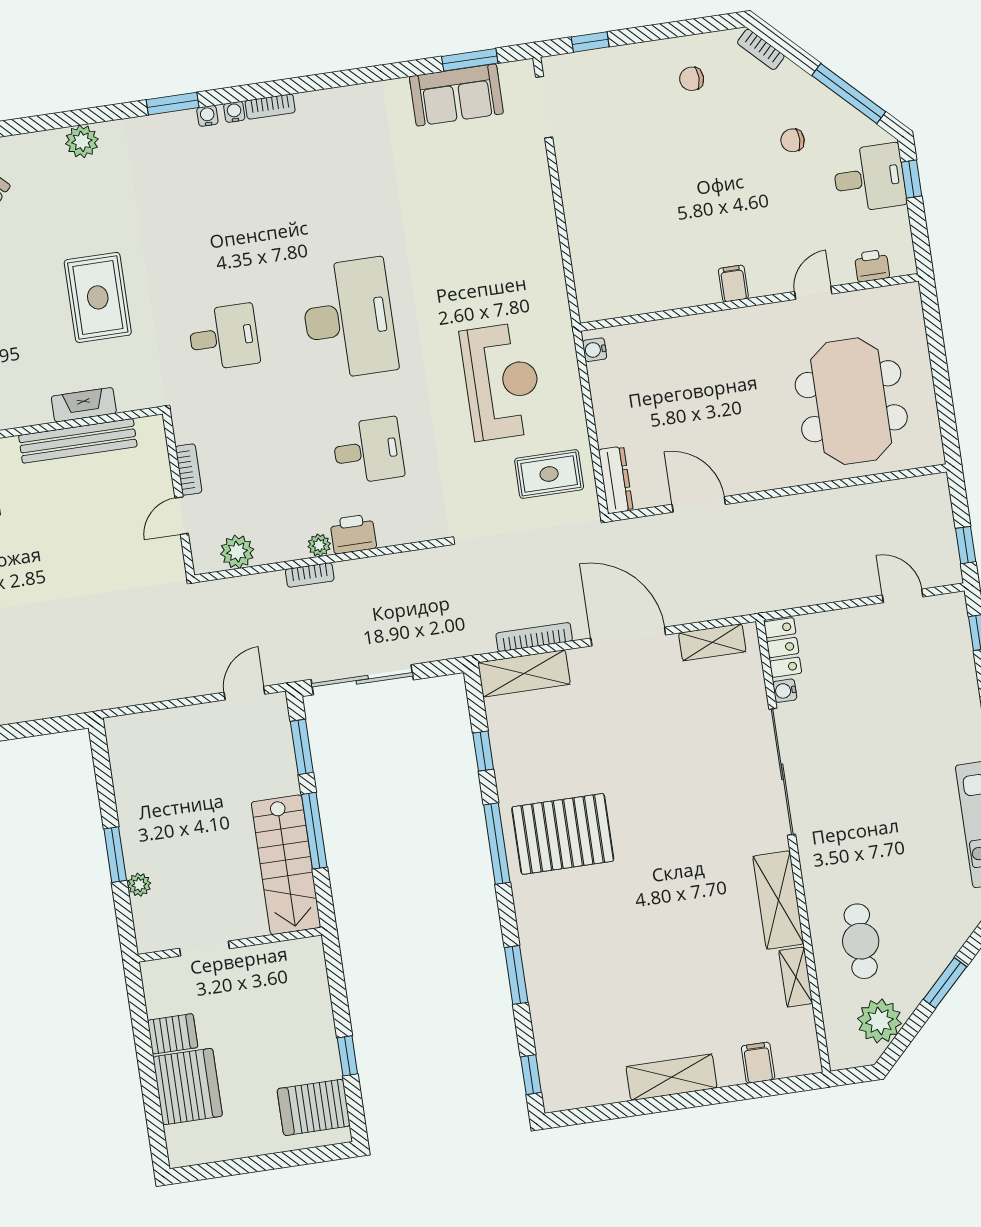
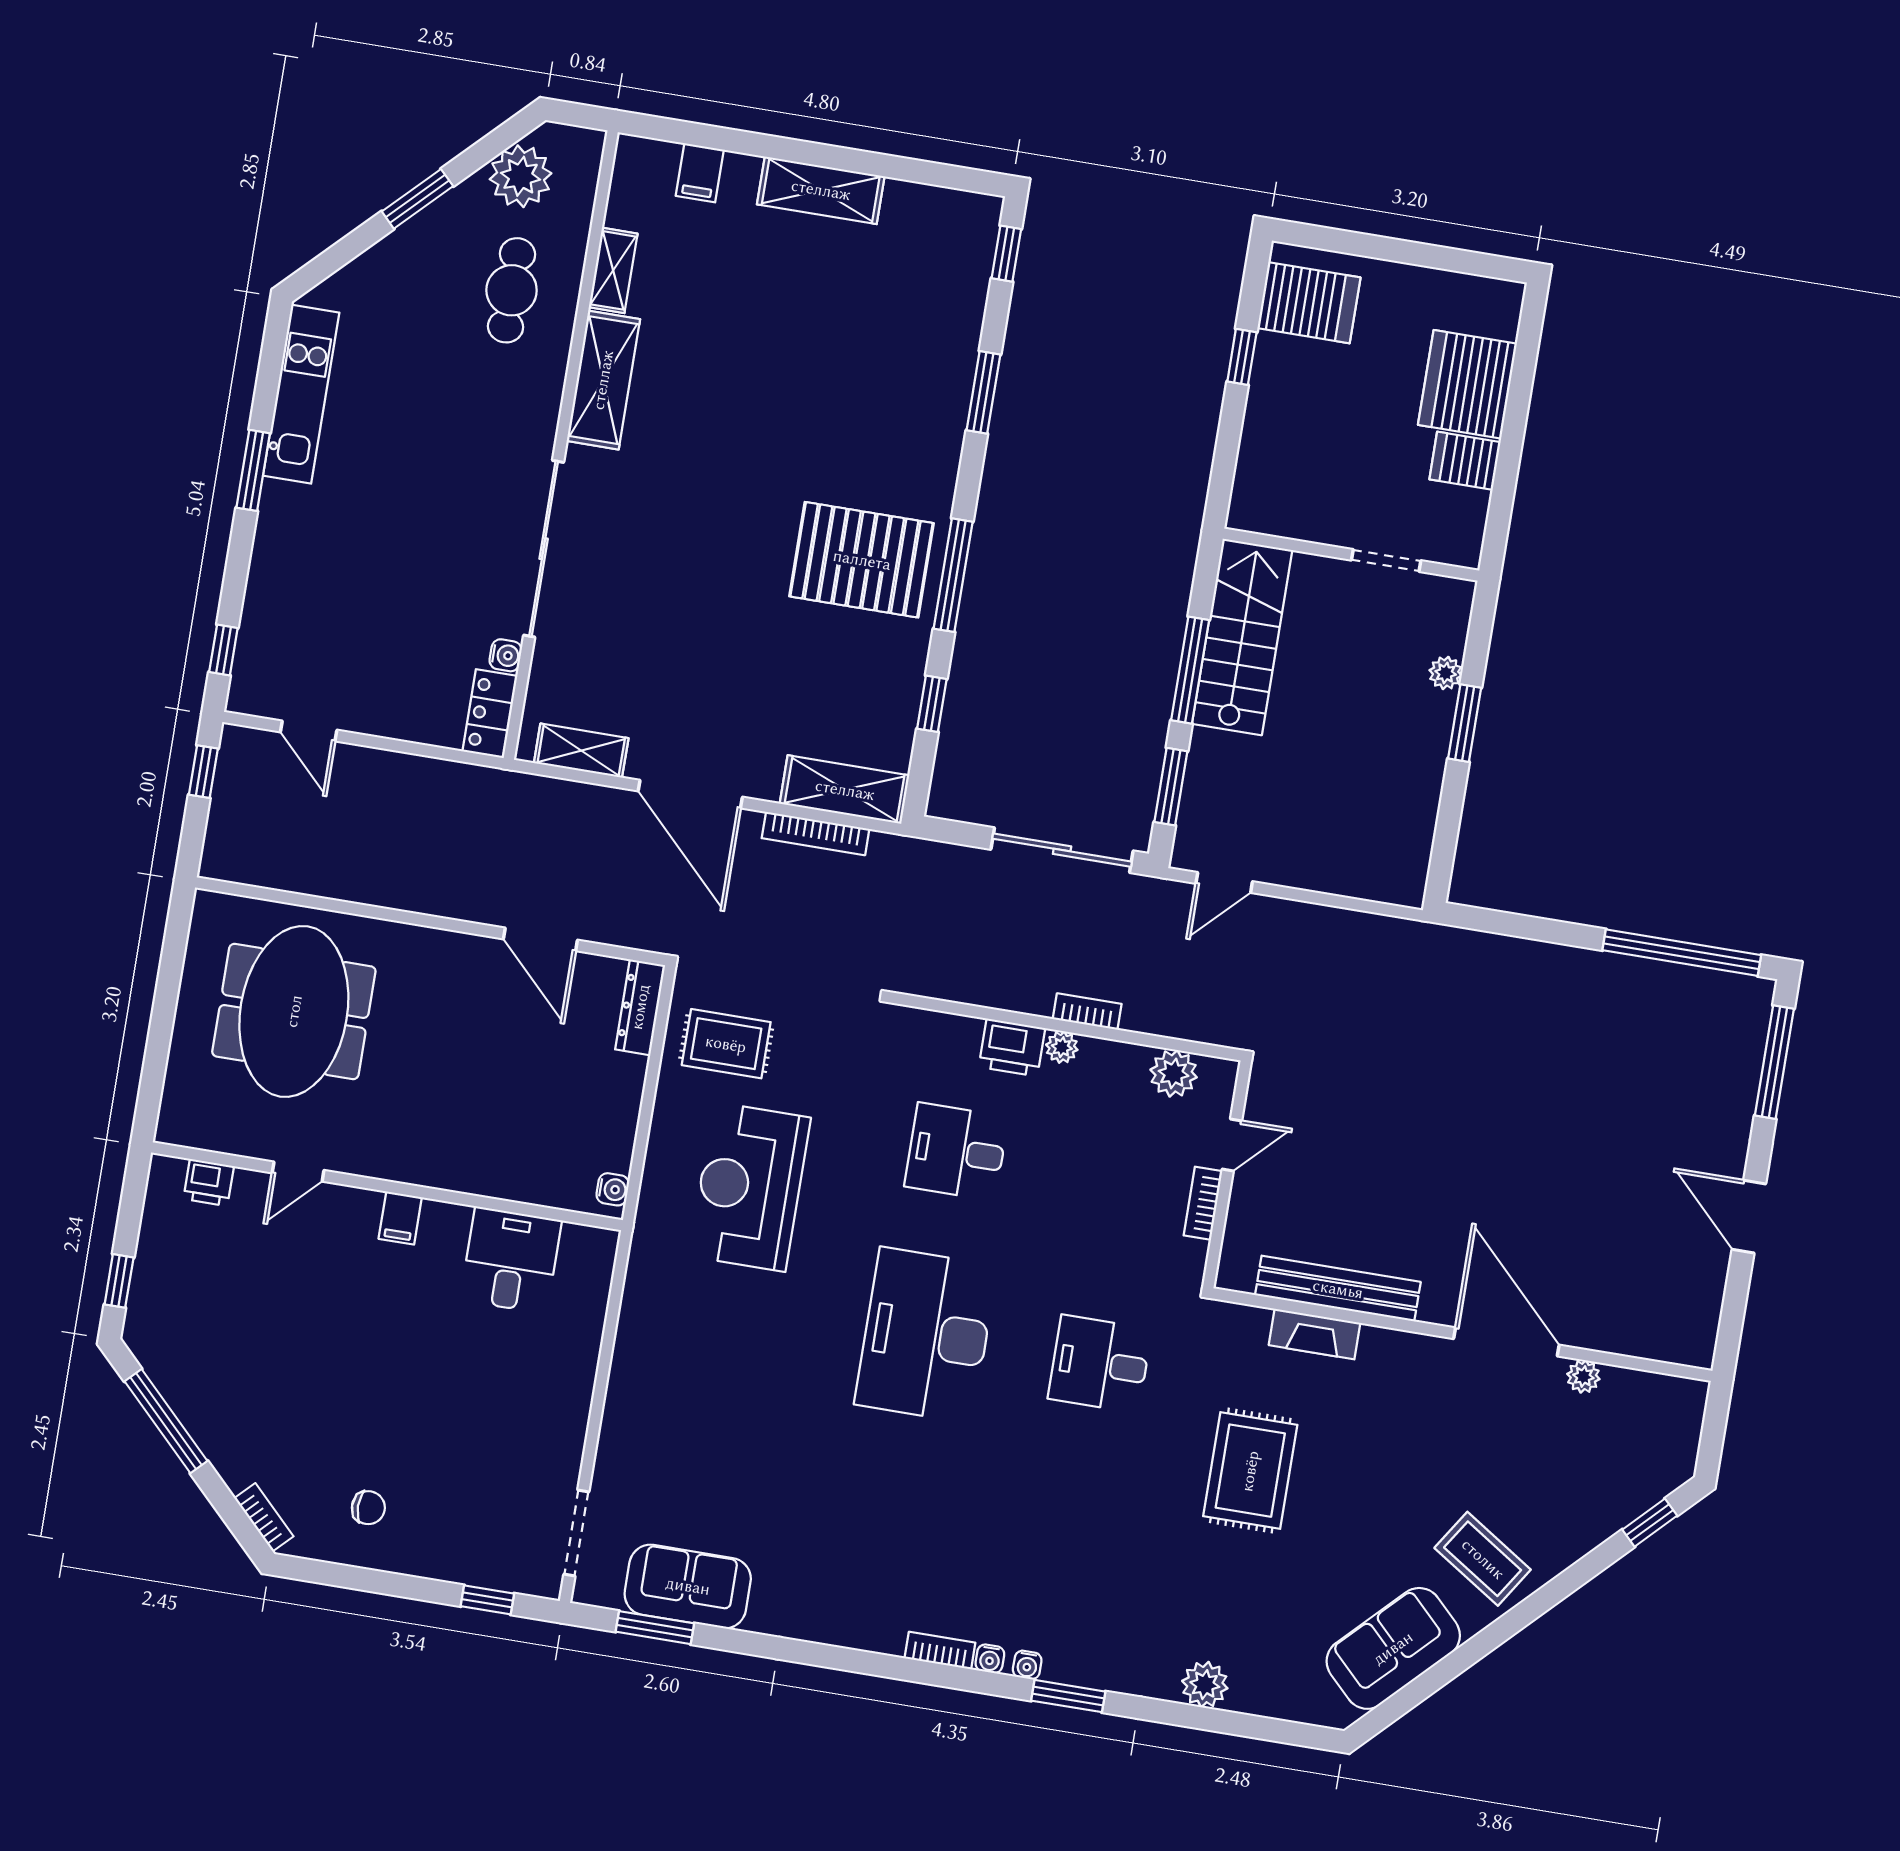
chair: (793, 140) -> (261, 1383), removed
desk: (869, 178) -> (511, 1260), moved, turned 90

